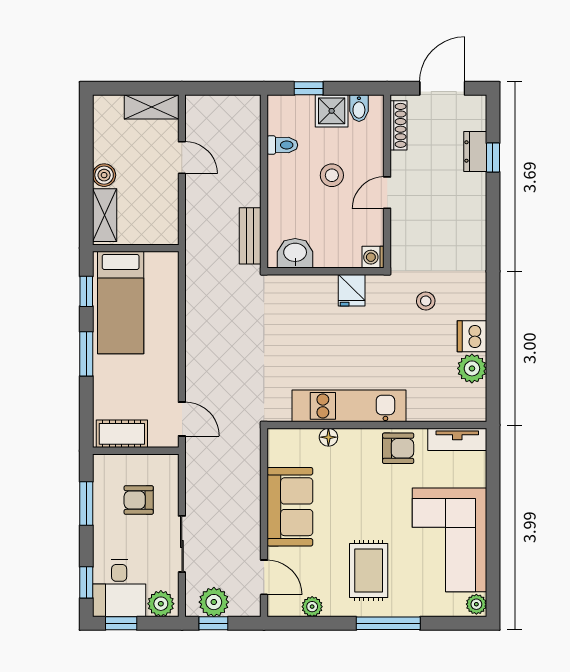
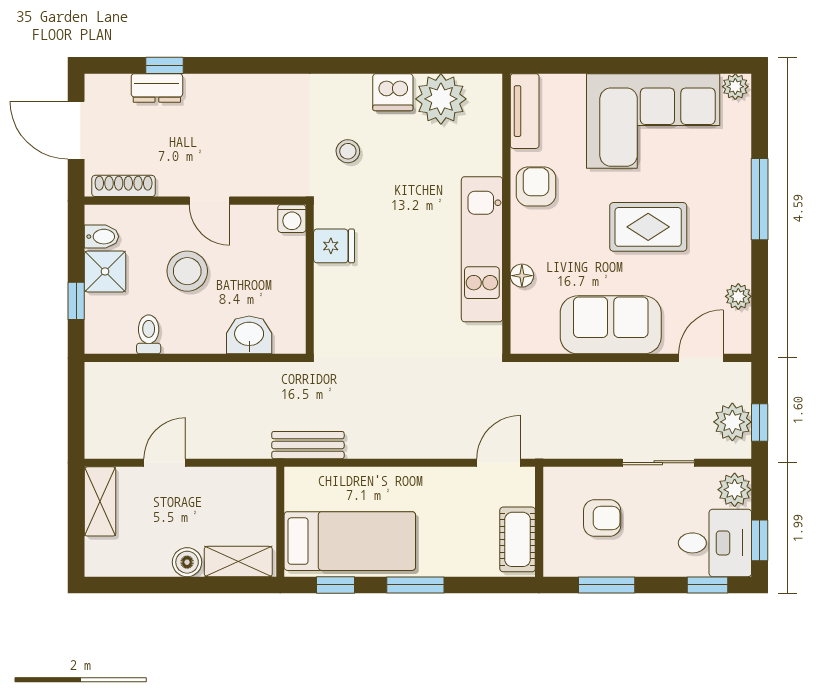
stool: (332, 175) -> (187, 271), width x1.38, depth x1.38
bench: (250, 236) -> (308, 445), moved
washbasin: (295, 253) -> (249, 335), moved, turned 90
plant: (472, 368) -> (441, 99), width x1.36, depth x1.36
armchair: (139, 500) -> (602, 518), turned -90
rug: (369, 570) -> (648, 227), moved

